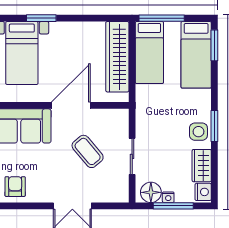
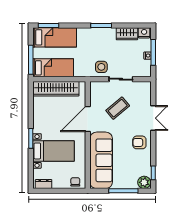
door: (71, 105) -> (88, 119), hinge flipped
side table: (198, 132) -> (101, 67), moved
armchair: (15, 187) -> (139, 142), moved
floor lamp: (151, 192) -> (144, 67), removed

